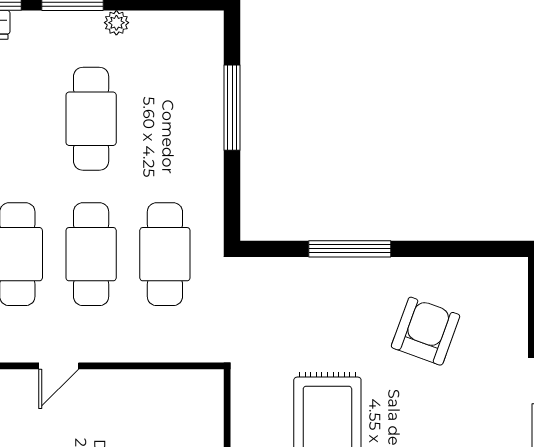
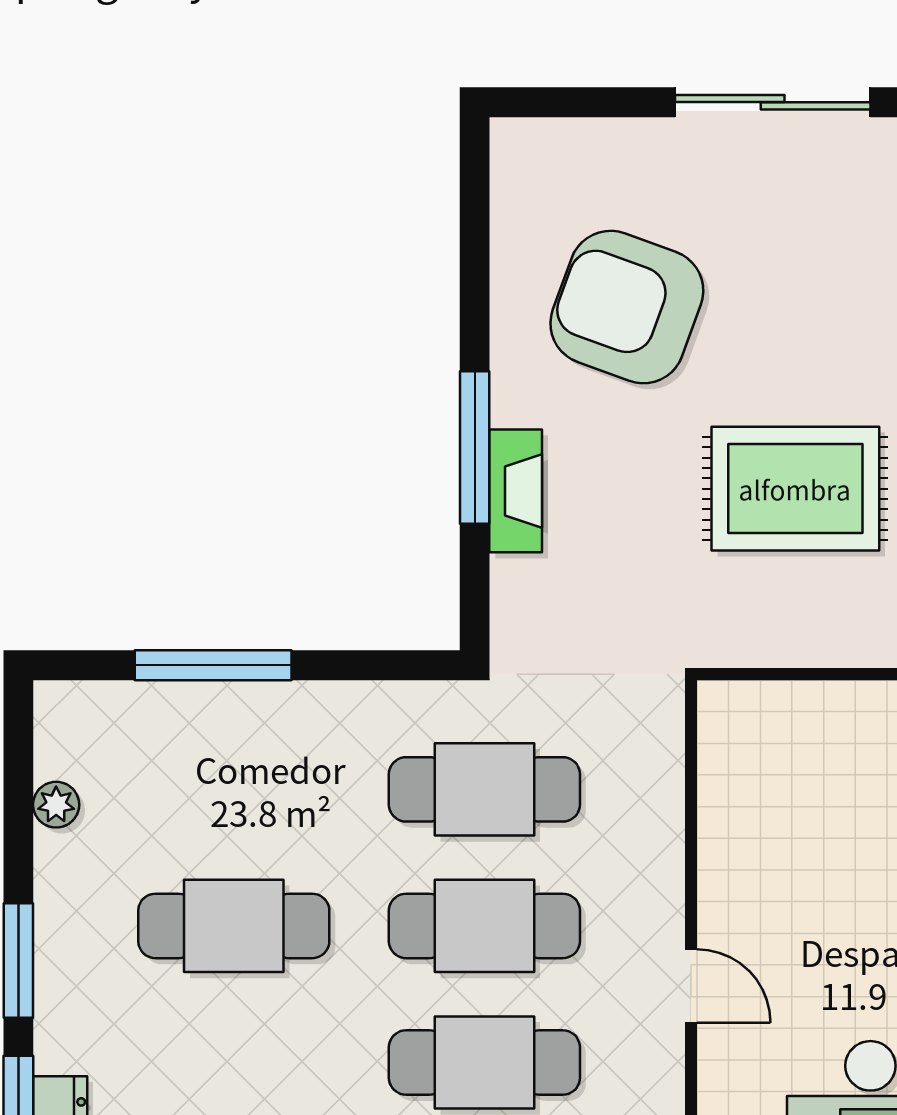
plant: (116, 23) -> (56, 805), moved
fireplace: (326, 271) -> (516, 491), added
armchair: (426, 331) -> (627, 307), width x1.36, depth x1.36

